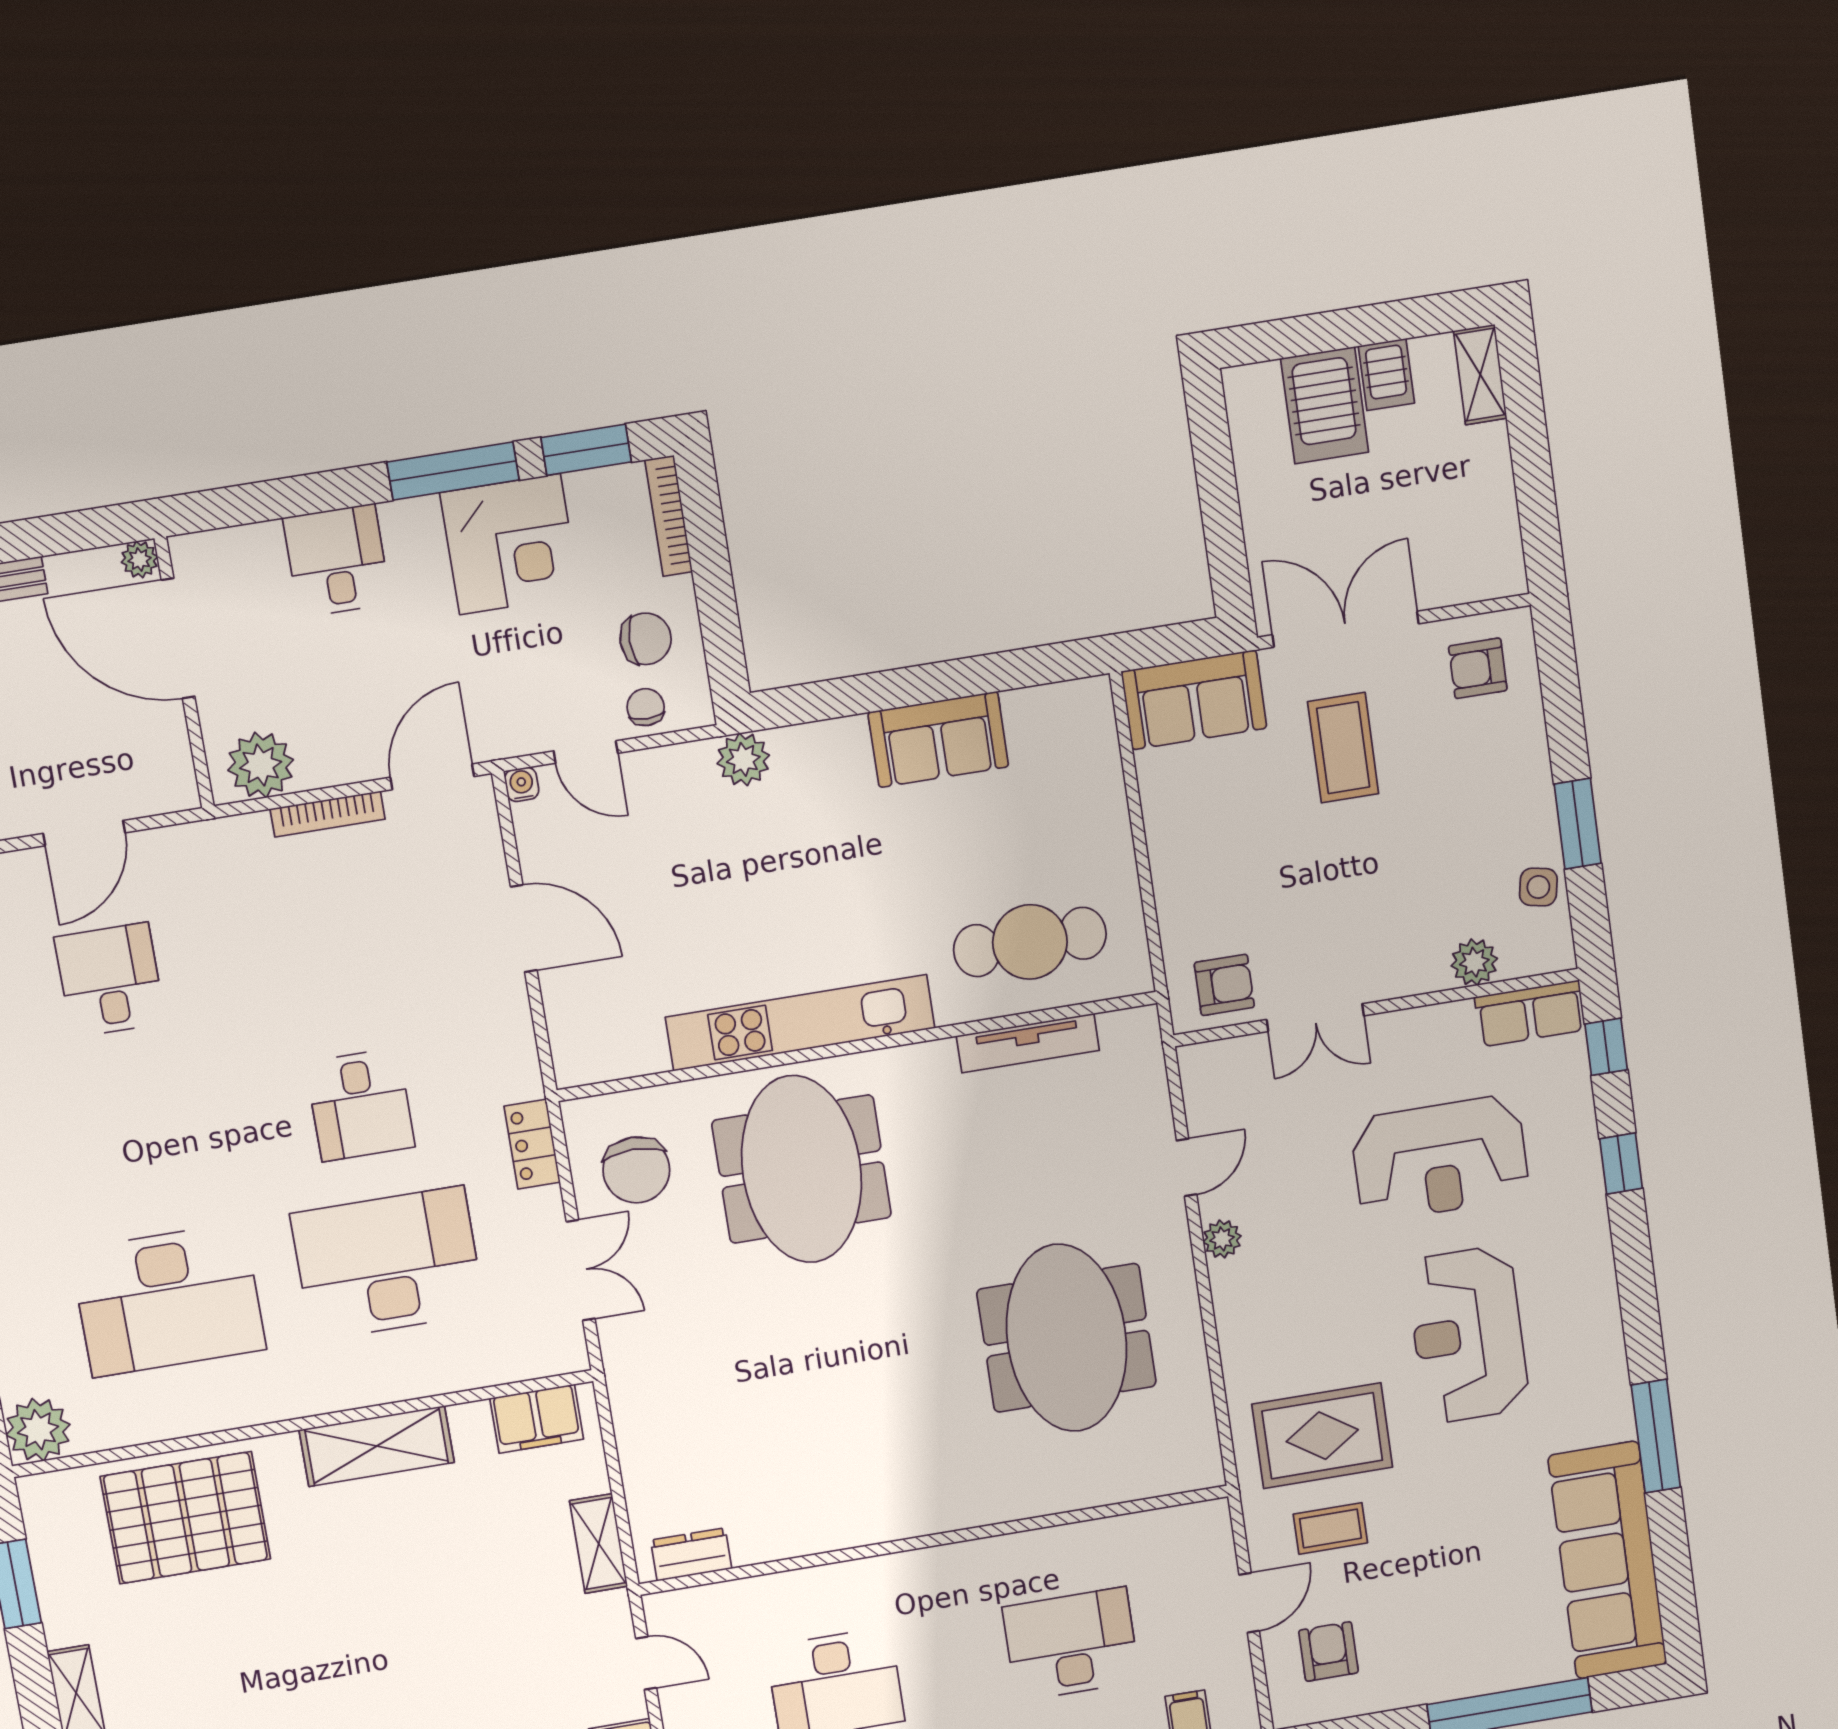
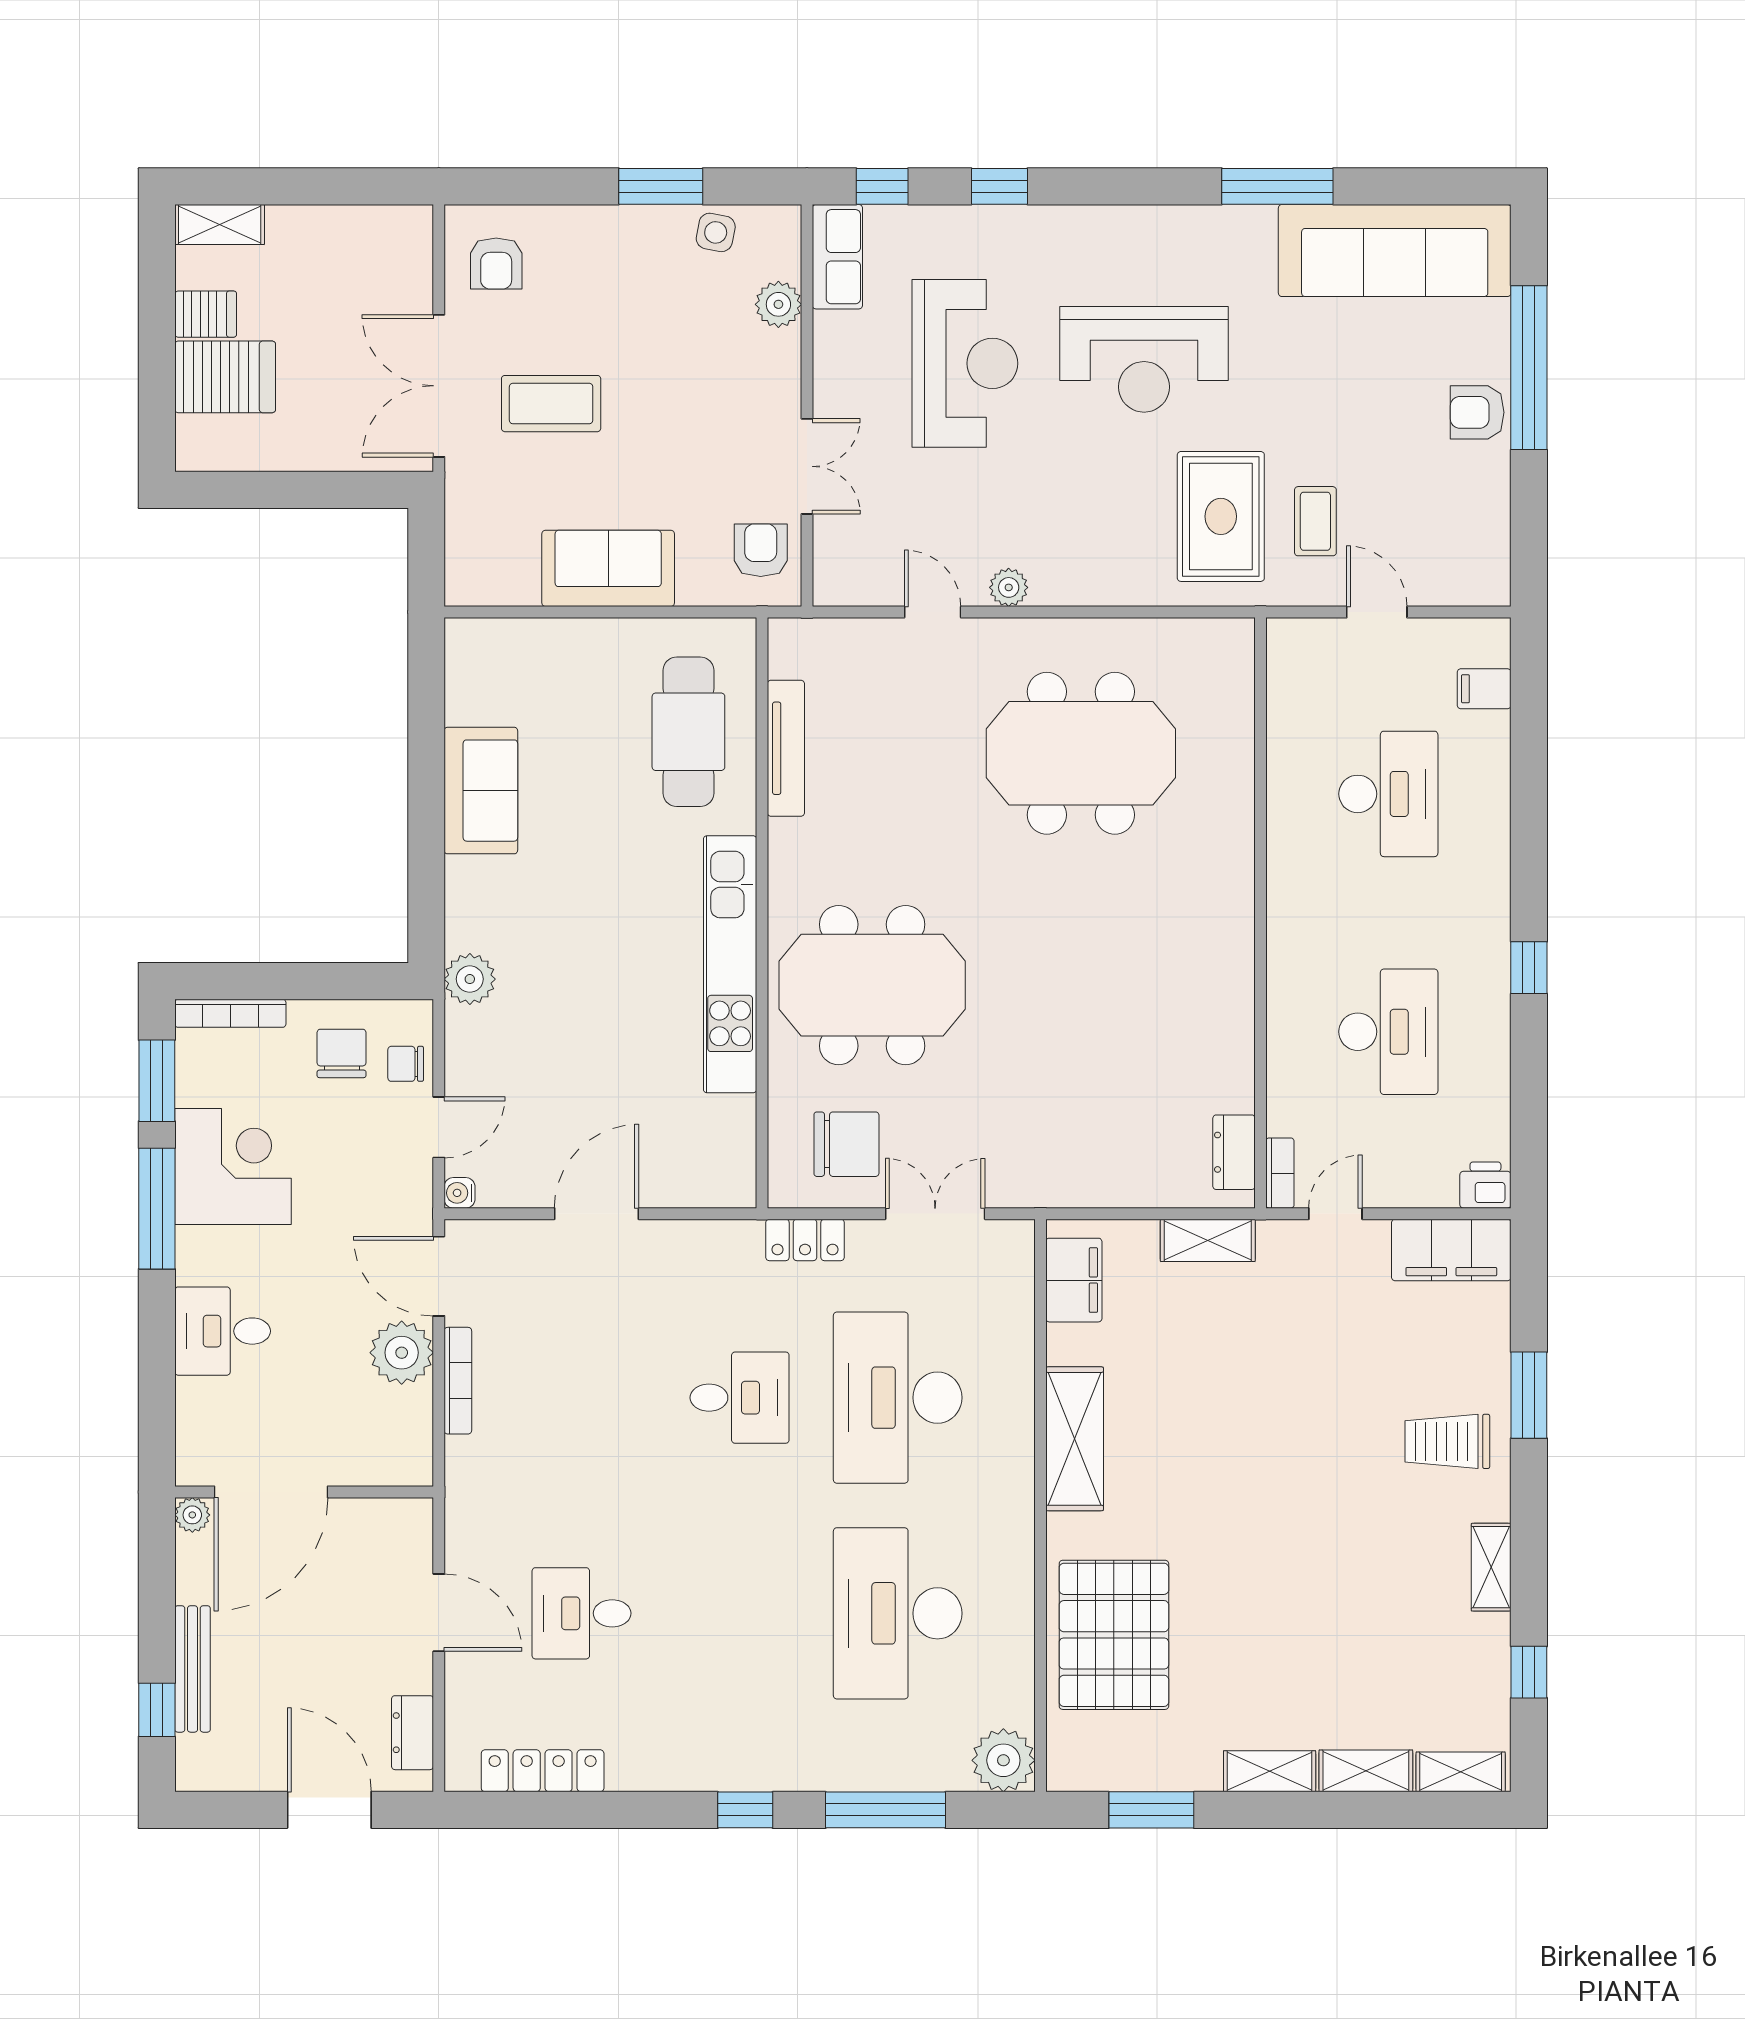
sofa: (1194, 700) -> (608, 568), moved, turned -90
plant: (261, 765) -> (402, 1353), moved
desk: (168, 1300) -> (898, 1613), turned 180
bookcase: (678, 1603) -> (1280, 1173), added
desk: (1071, 1644) -> (1388, 794), turned 180
armchair: (1329, 1652) -> (1477, 412), moved

